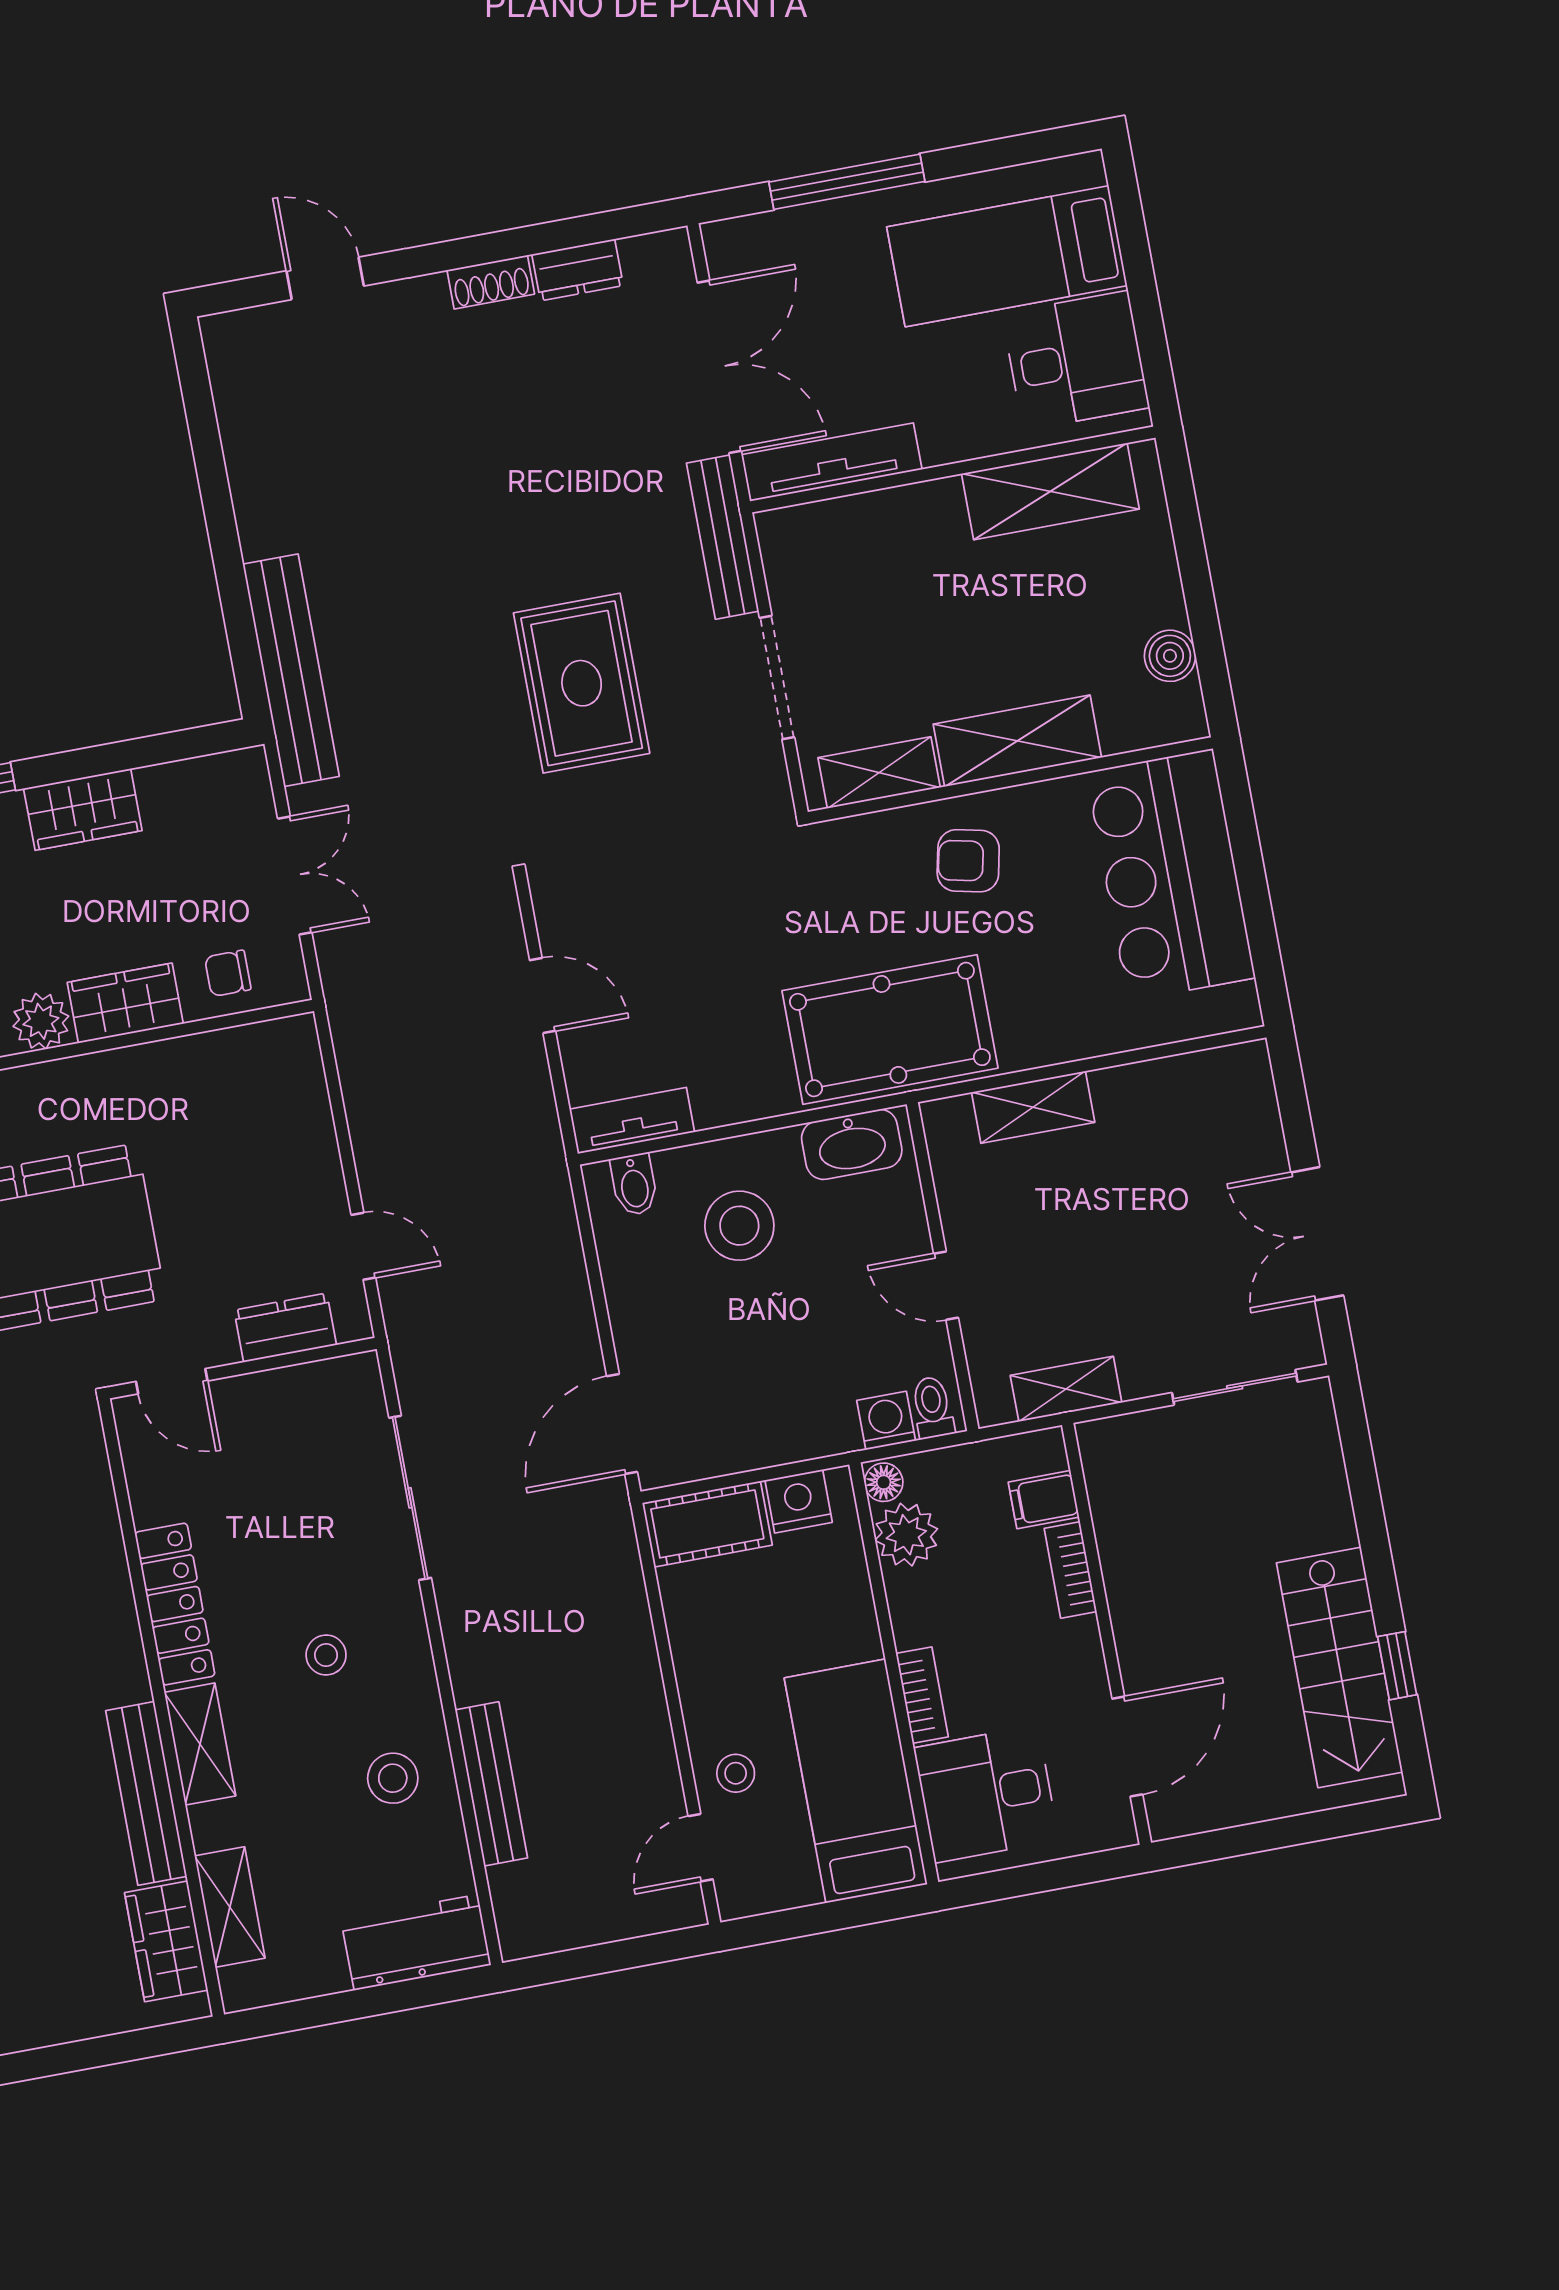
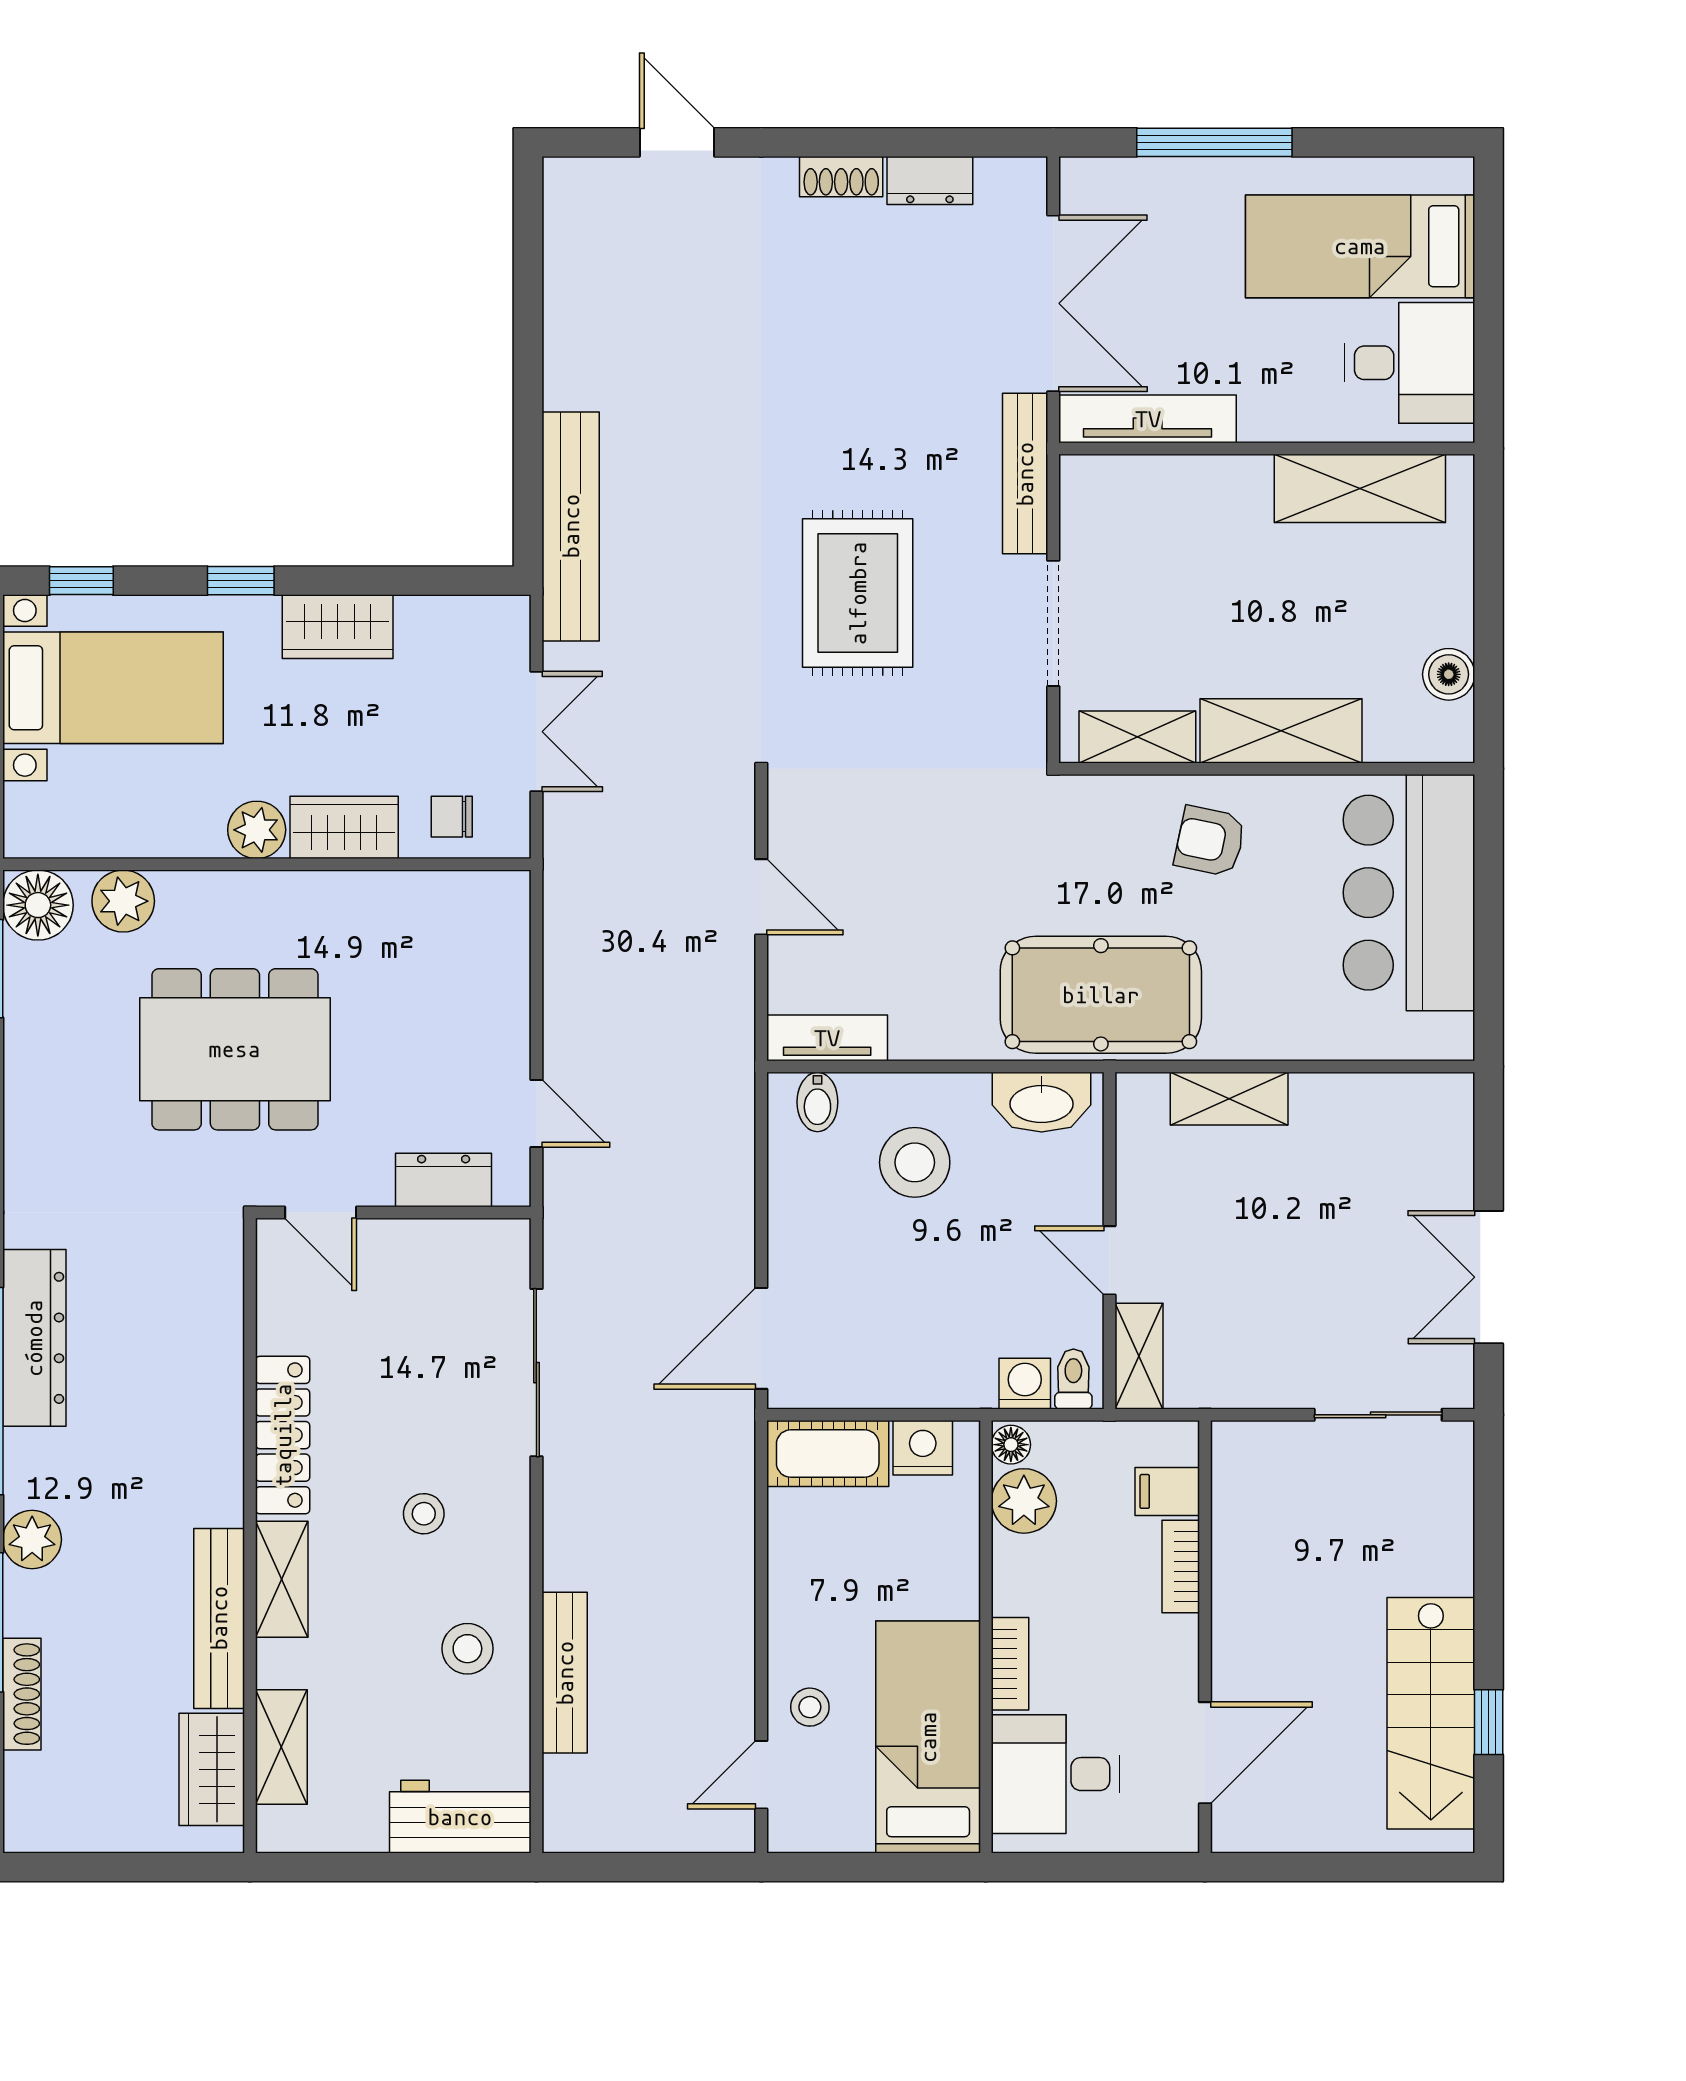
shelving: (1066, 1389) -> (1139, 1356), moved, turned 90

